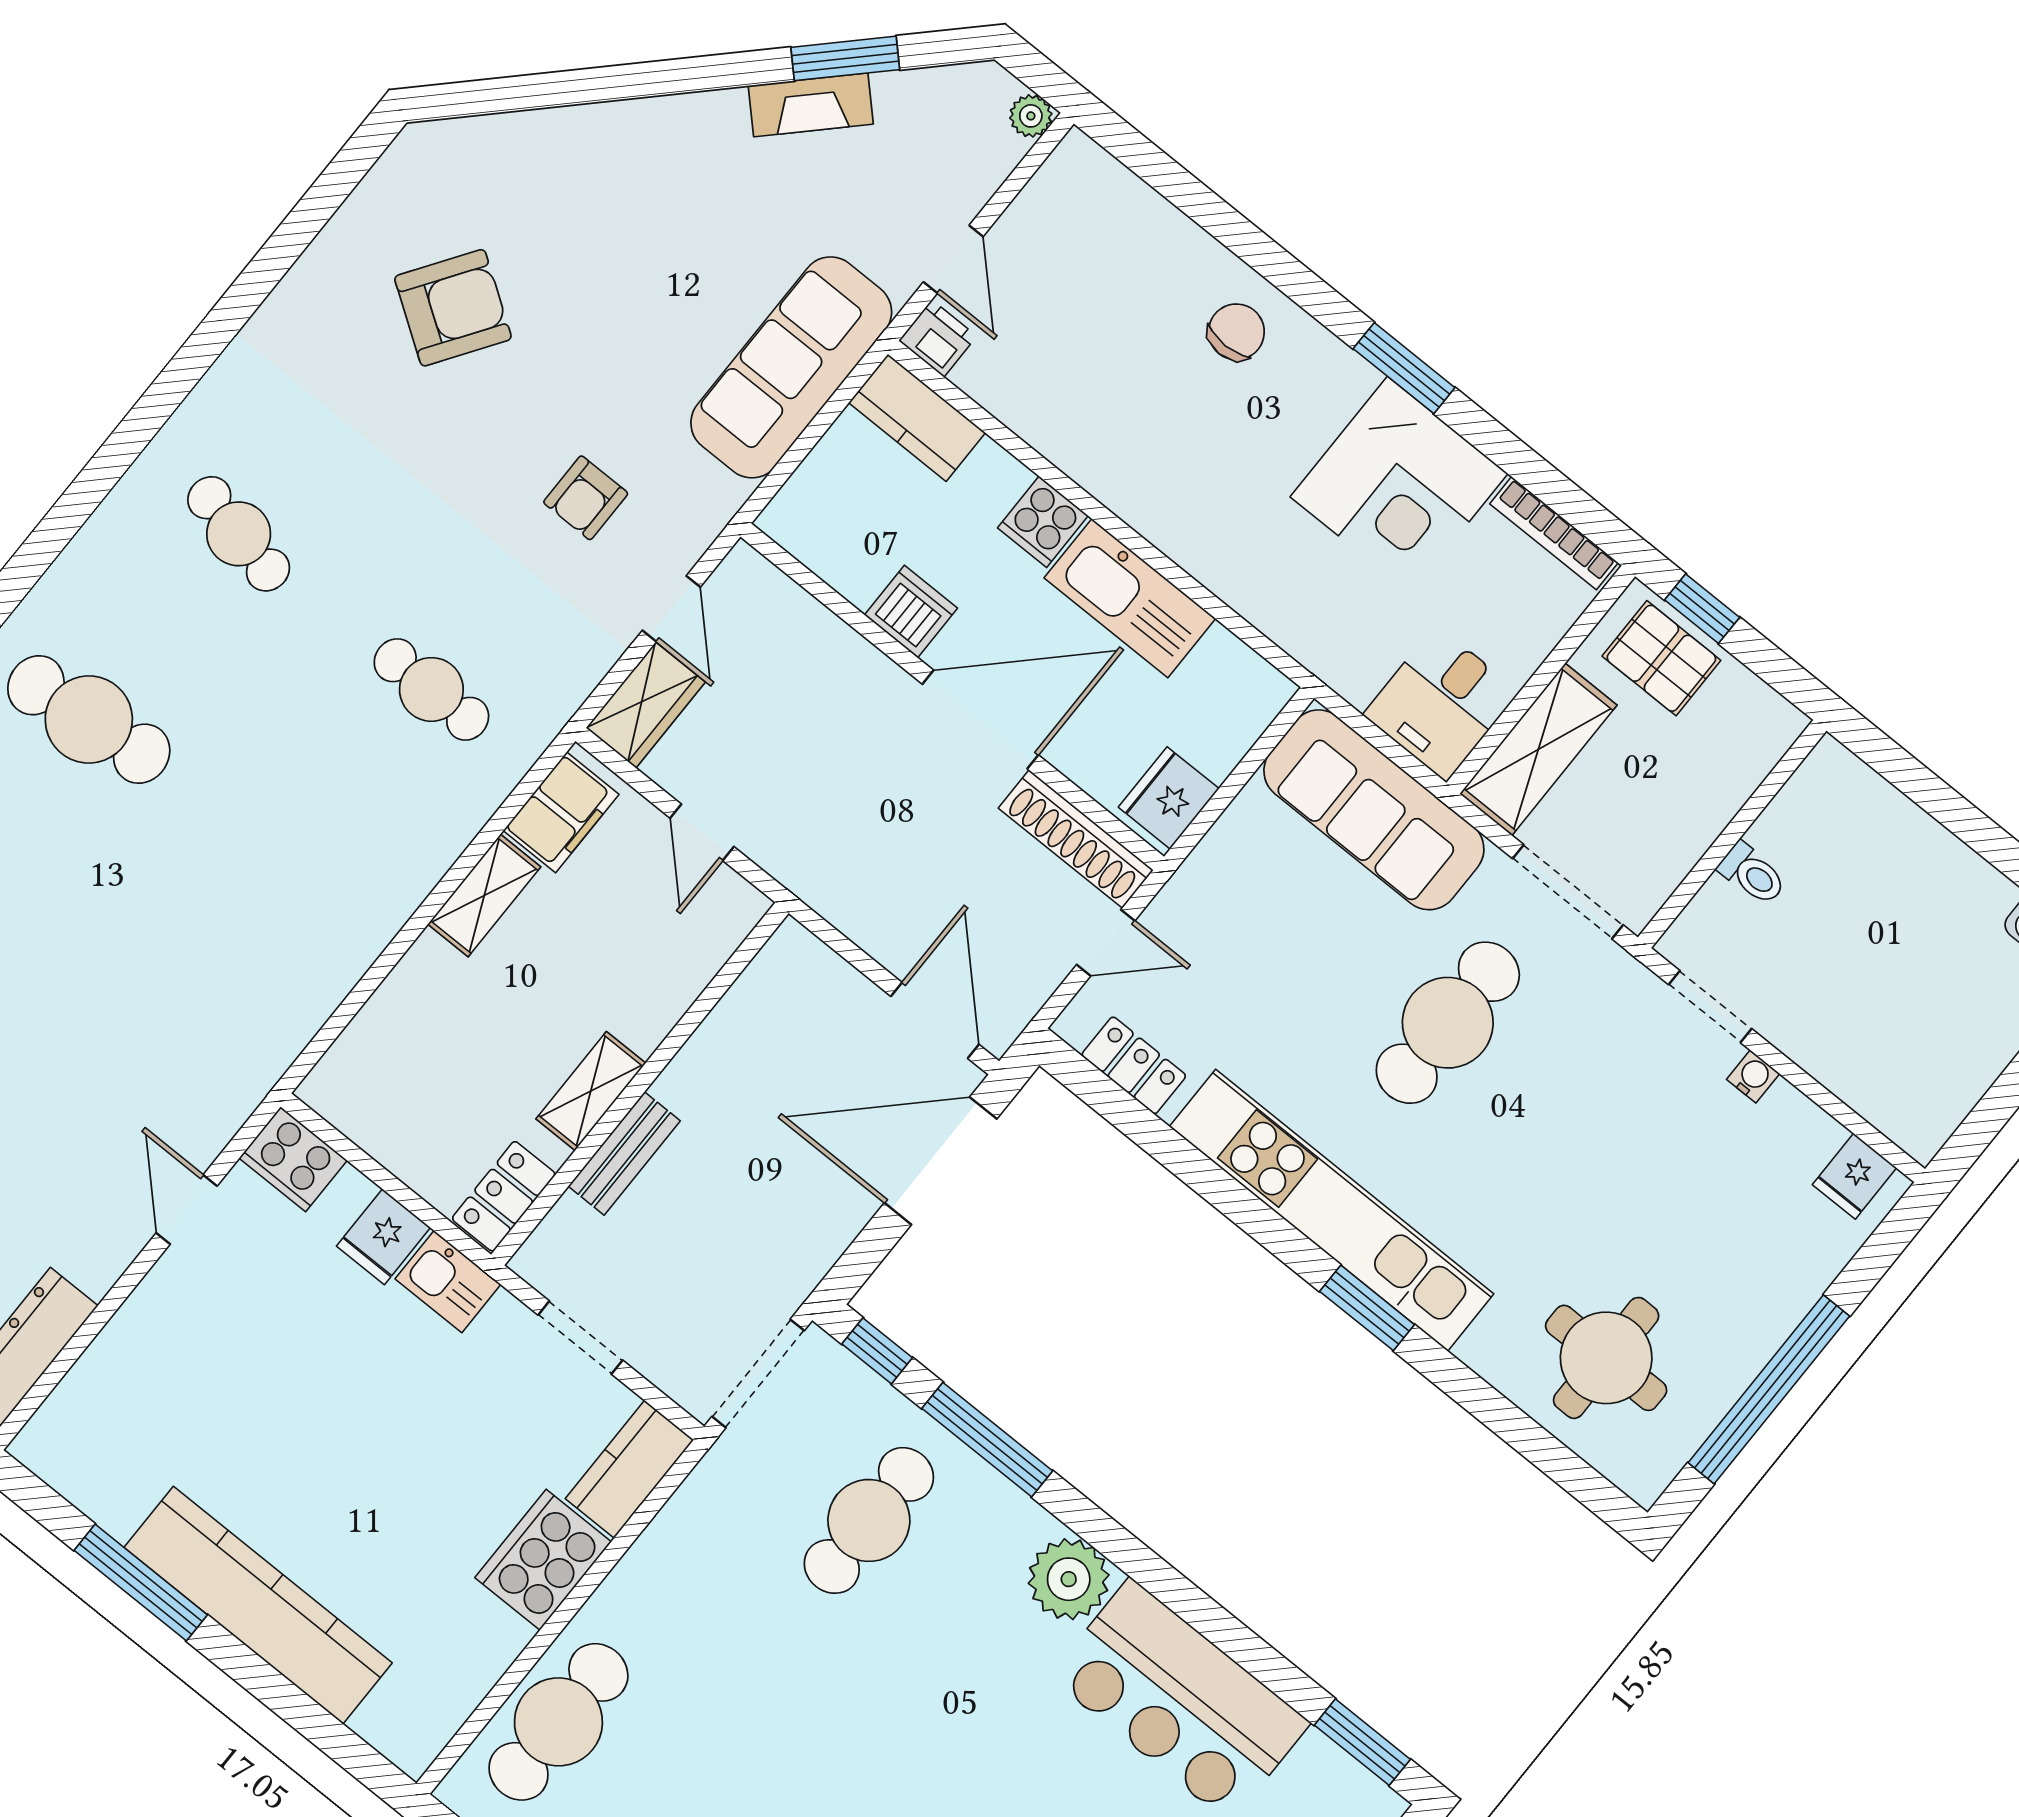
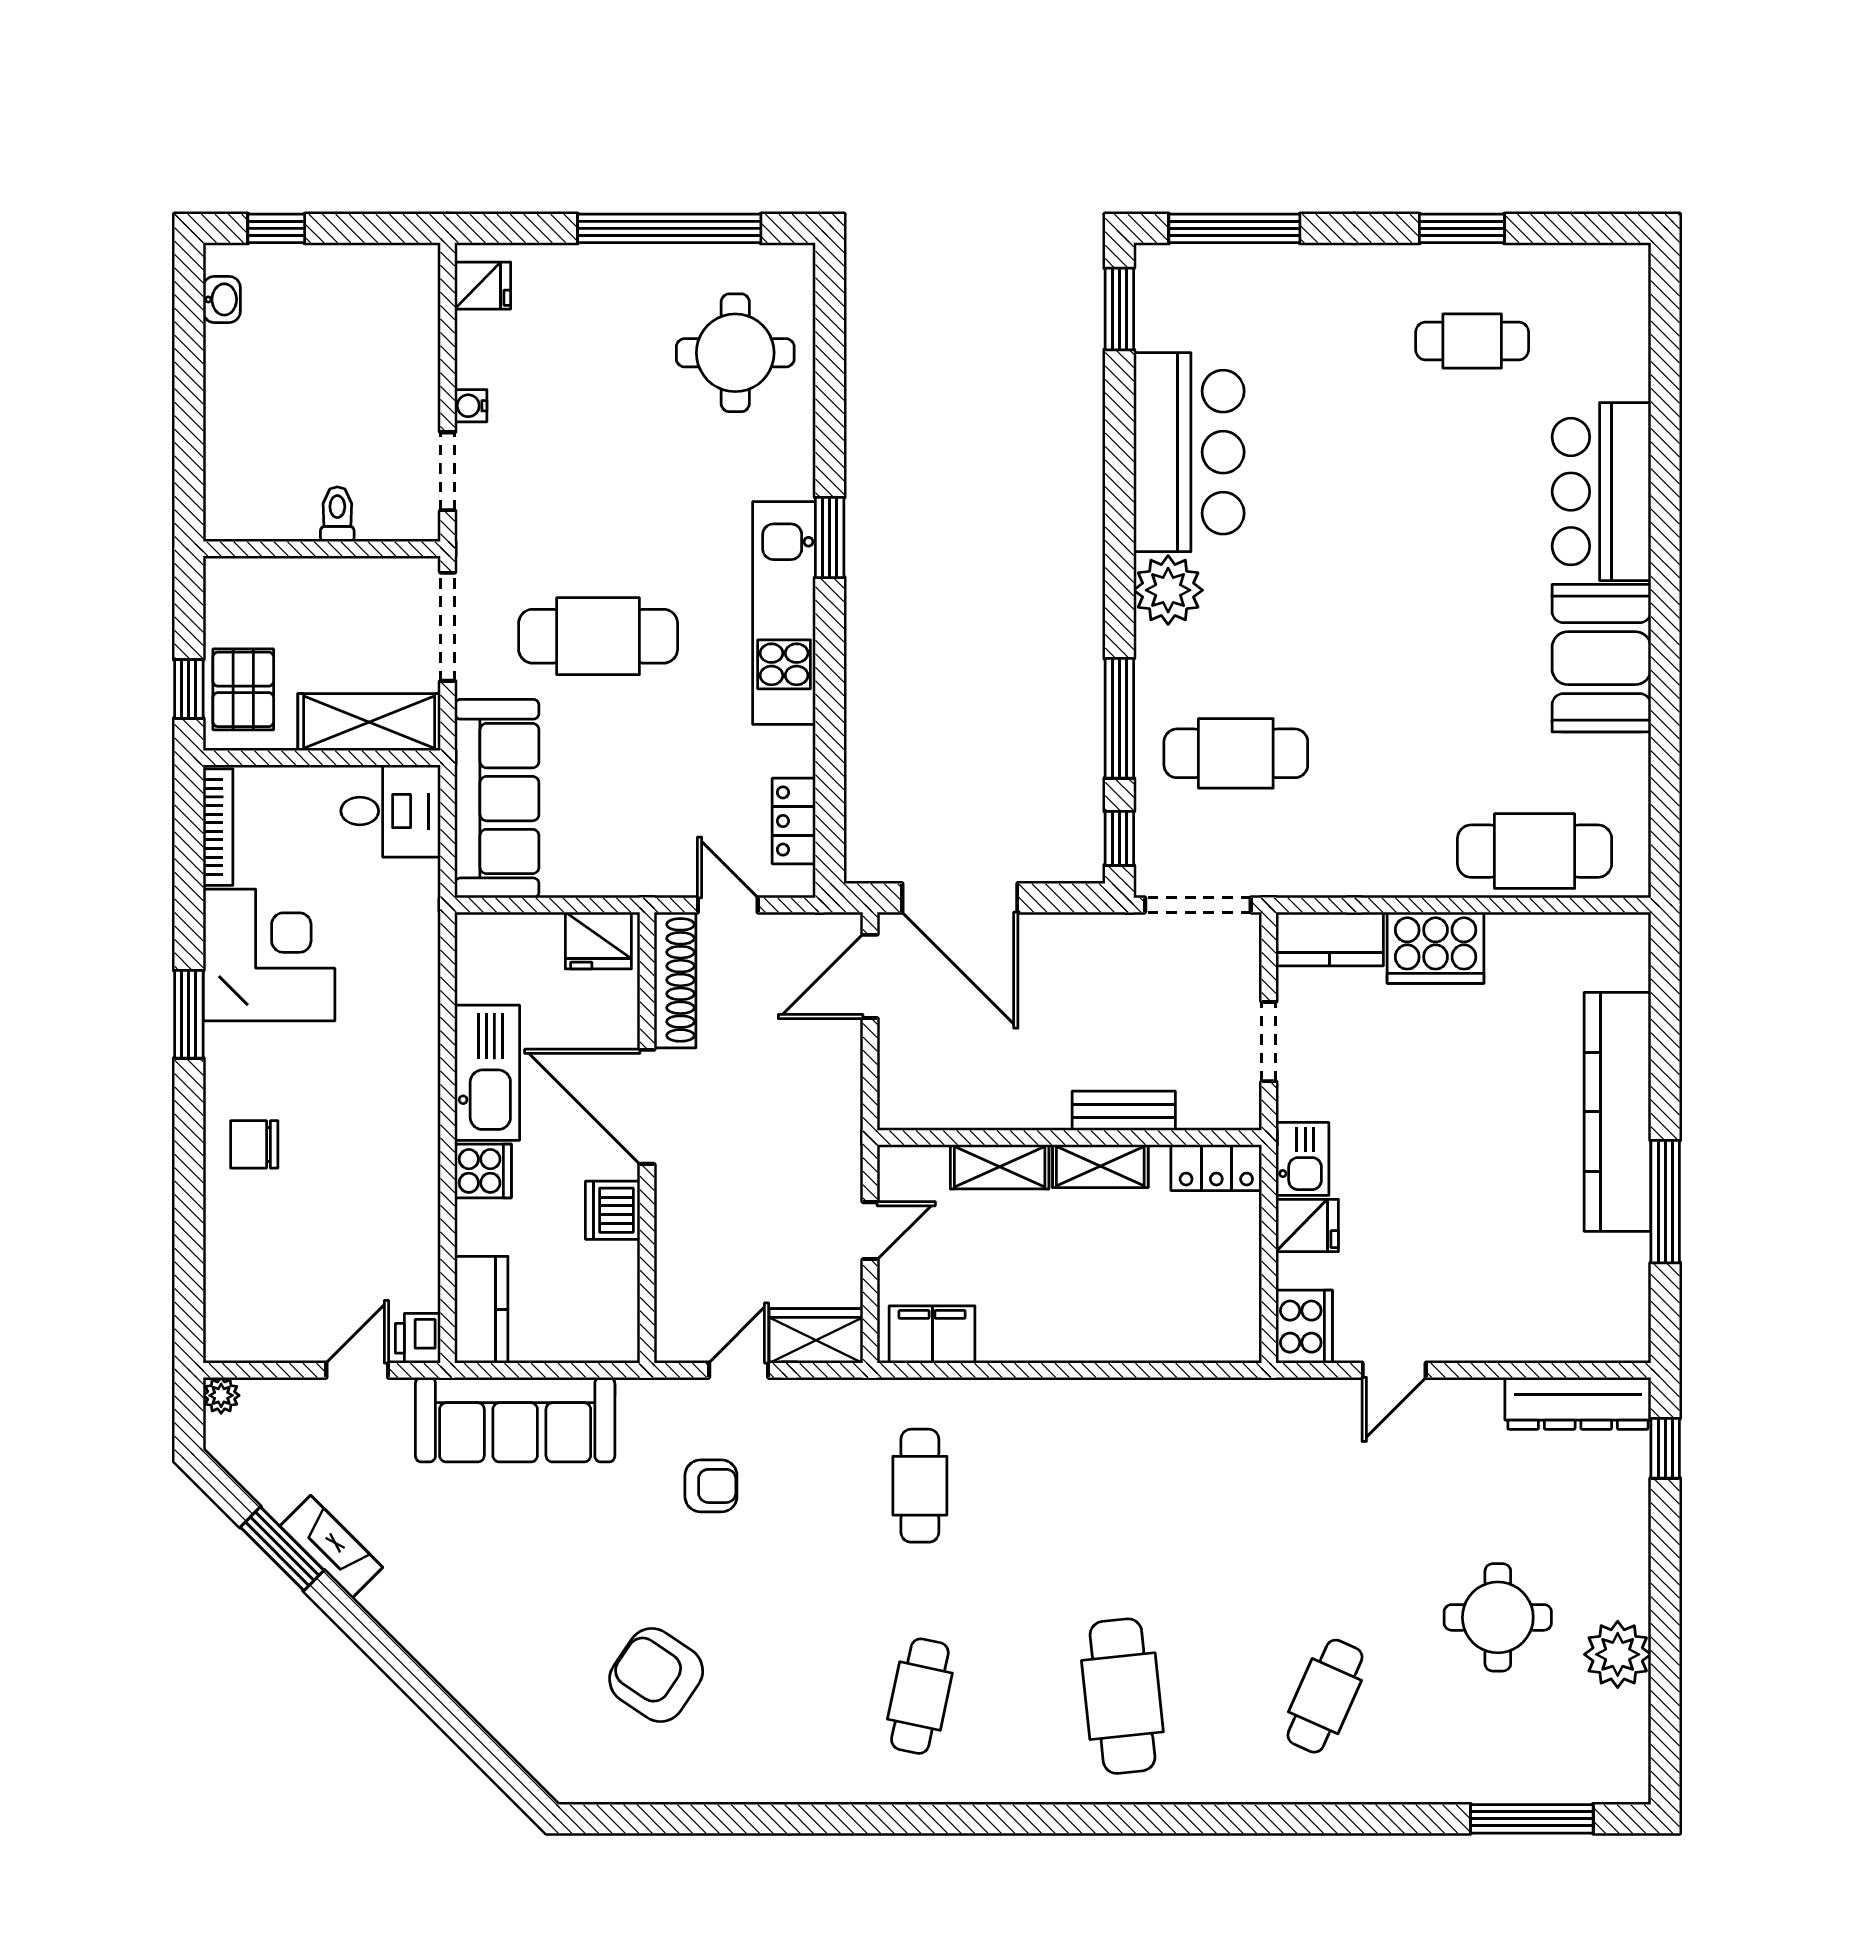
shelving: (484, 896) -> (1000, 1167), moved
kitchen unit: (1332, 1210) -> (784, 613), width x0.73

